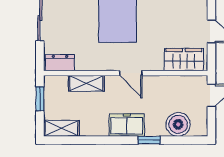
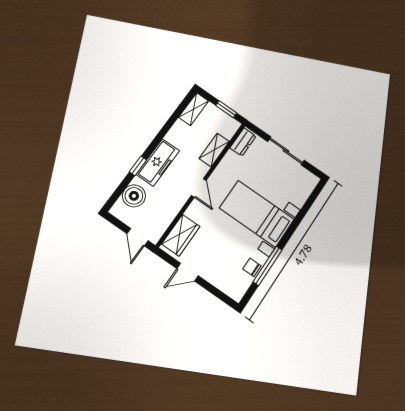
door: (131, 73) -> (199, 188), swing flipped
freezer: (127, 125) -> (158, 163), width x1.40

